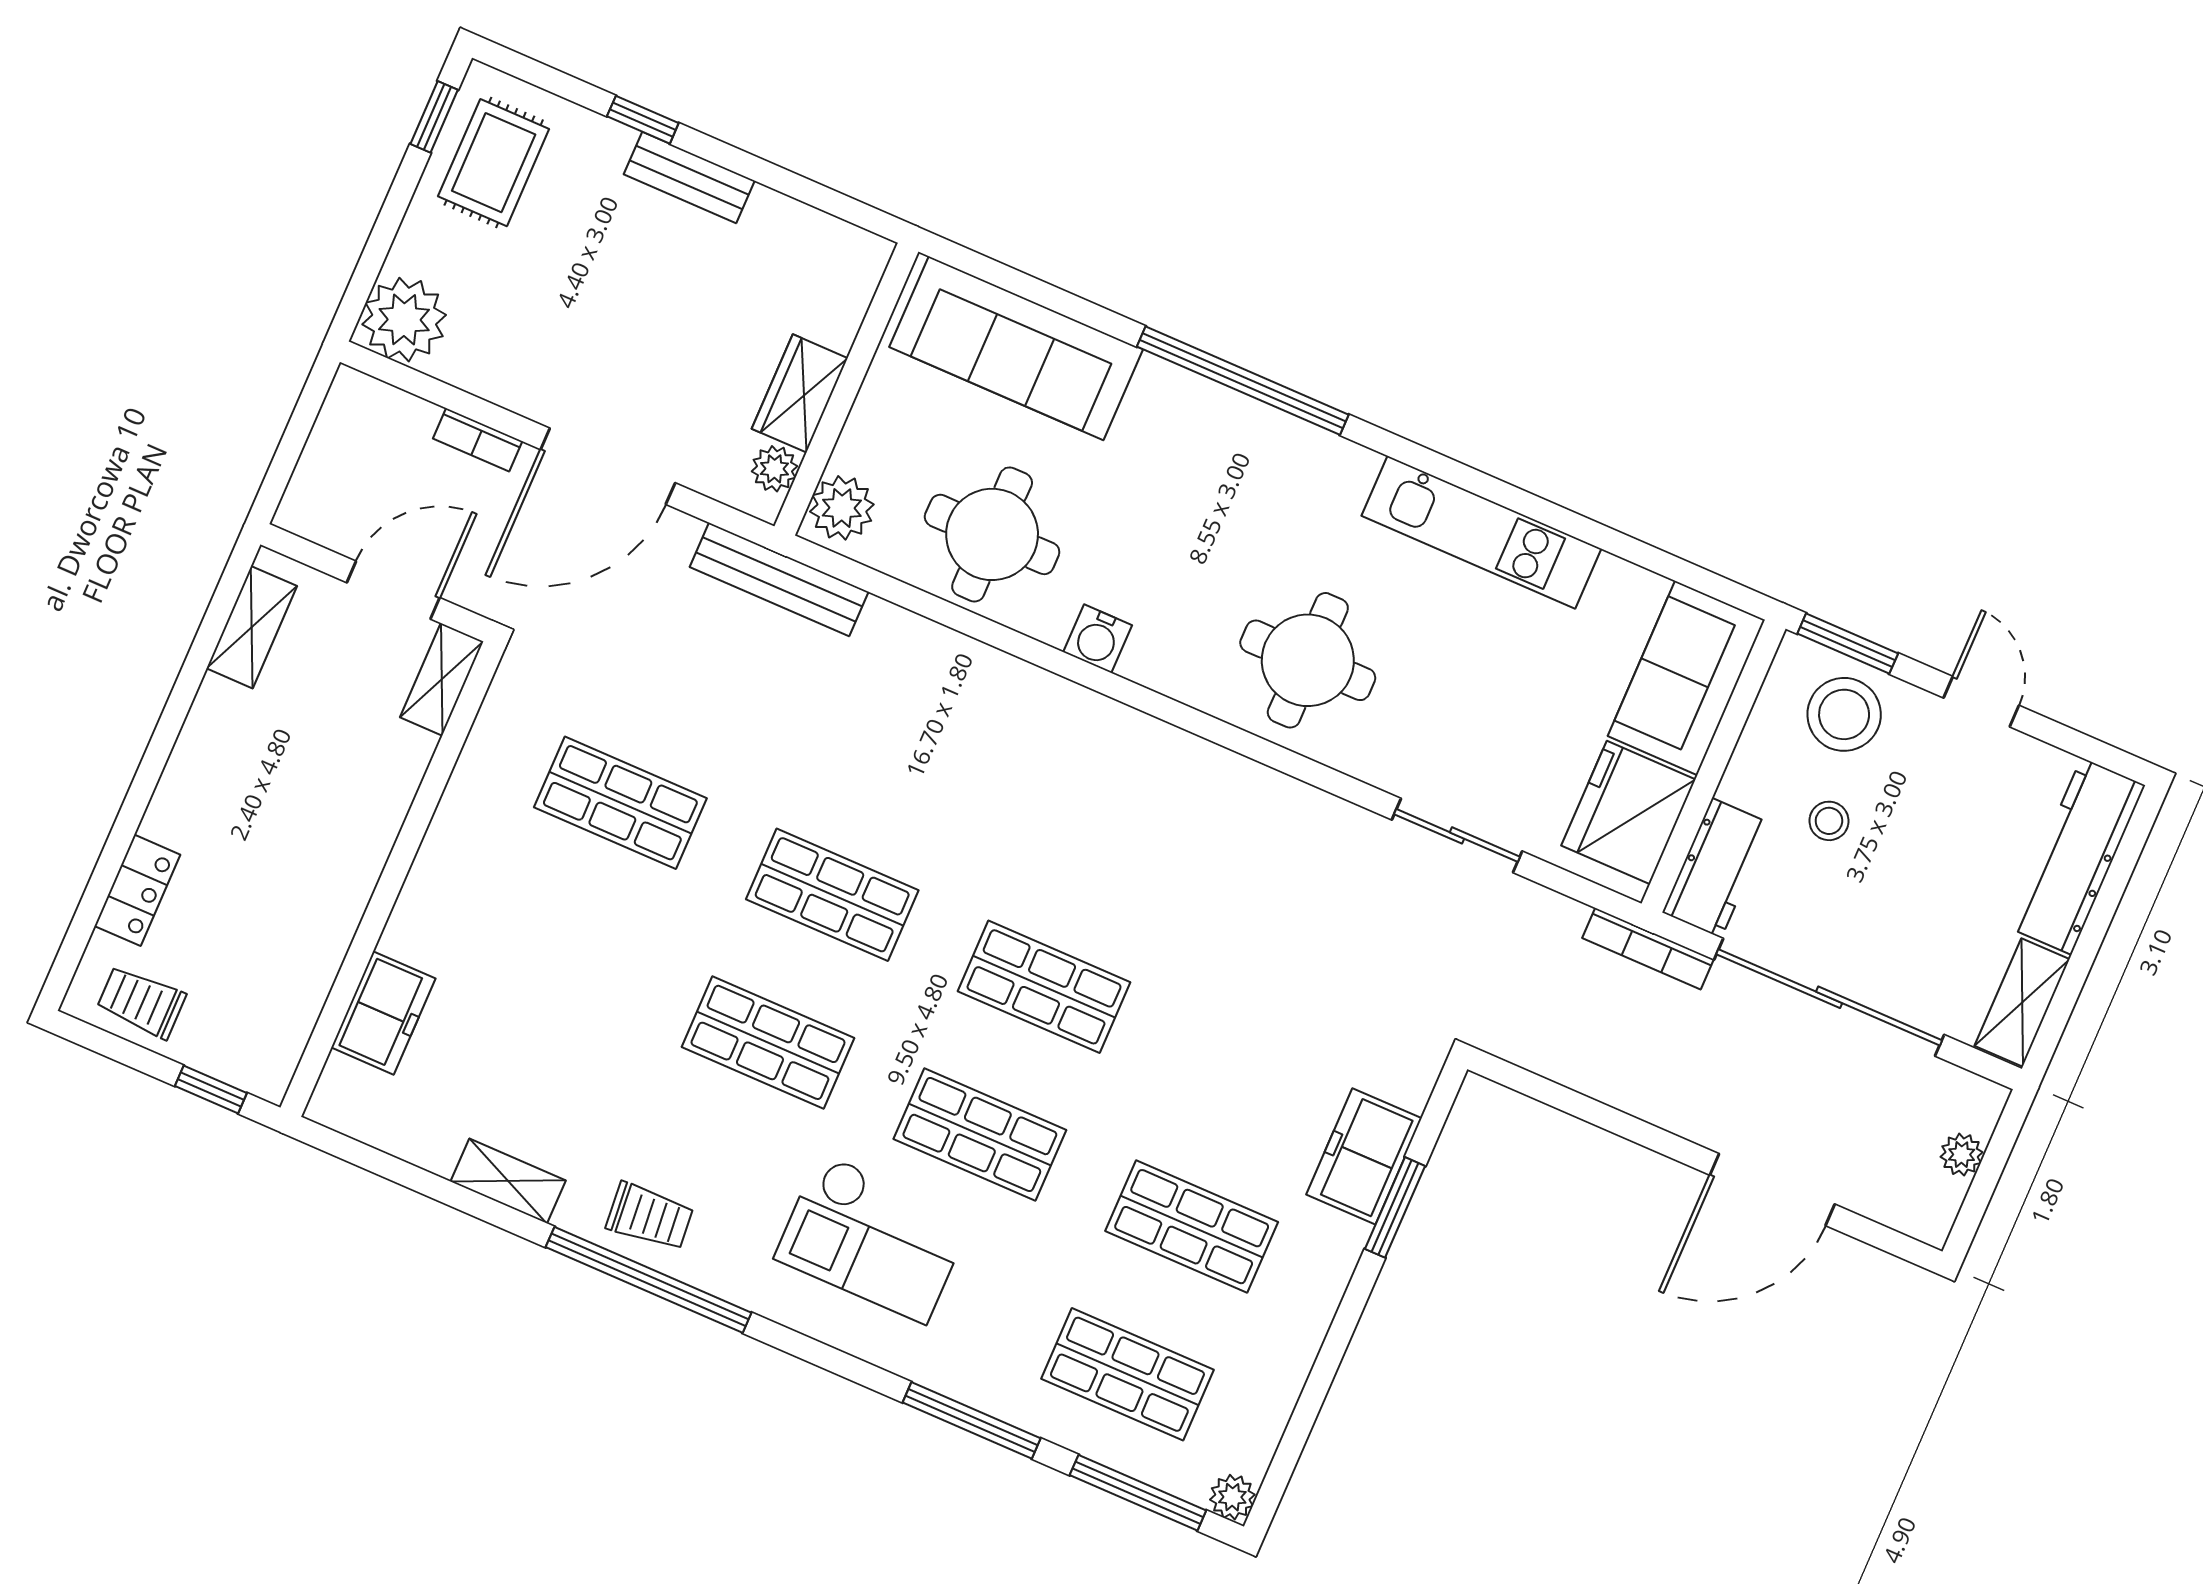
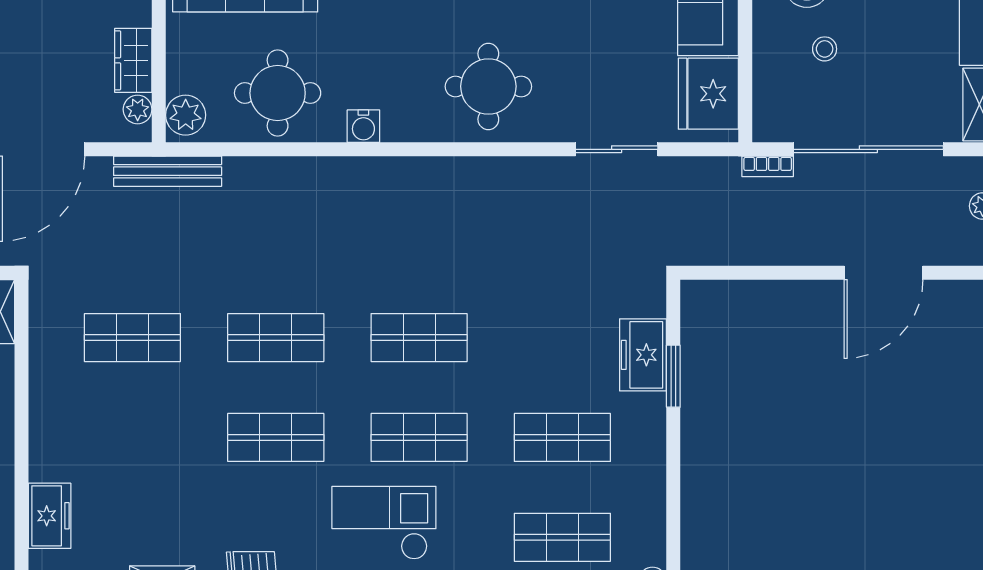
workbench: (1717, 868) -> (772, 104), removed
bookcase: (1648, 949) -> (768, 166), width x0.64
checkout: (873, 1238) -> (384, 523), turned 180

